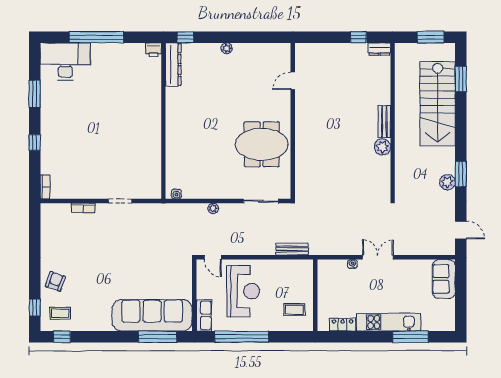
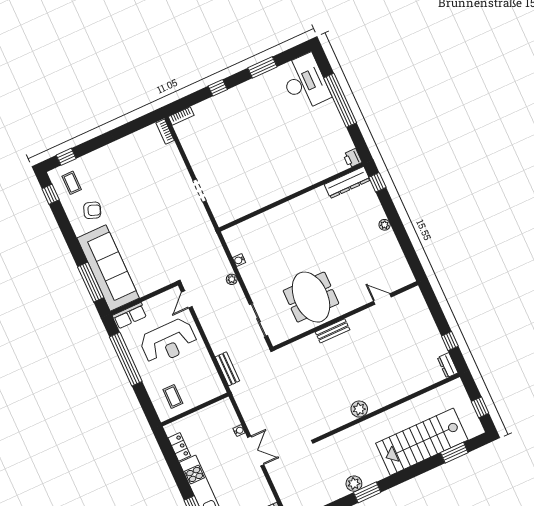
window: (431, 37) -> (480, 407), width x0.67
bench: (384, 122) -> (333, 331), moved
water cooler: (176, 194) -> (239, 260), moved
bookcase: (83, 208) -> (165, 132), moved
armchair: (55, 281) -> (92, 210), moved

